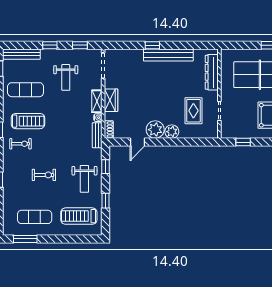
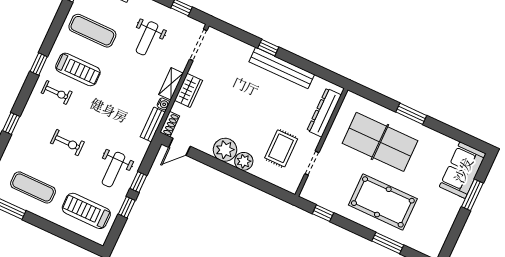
door: (137, 142) -> (180, 147), moved
window: (106, 167) -> (138, 182), moved

